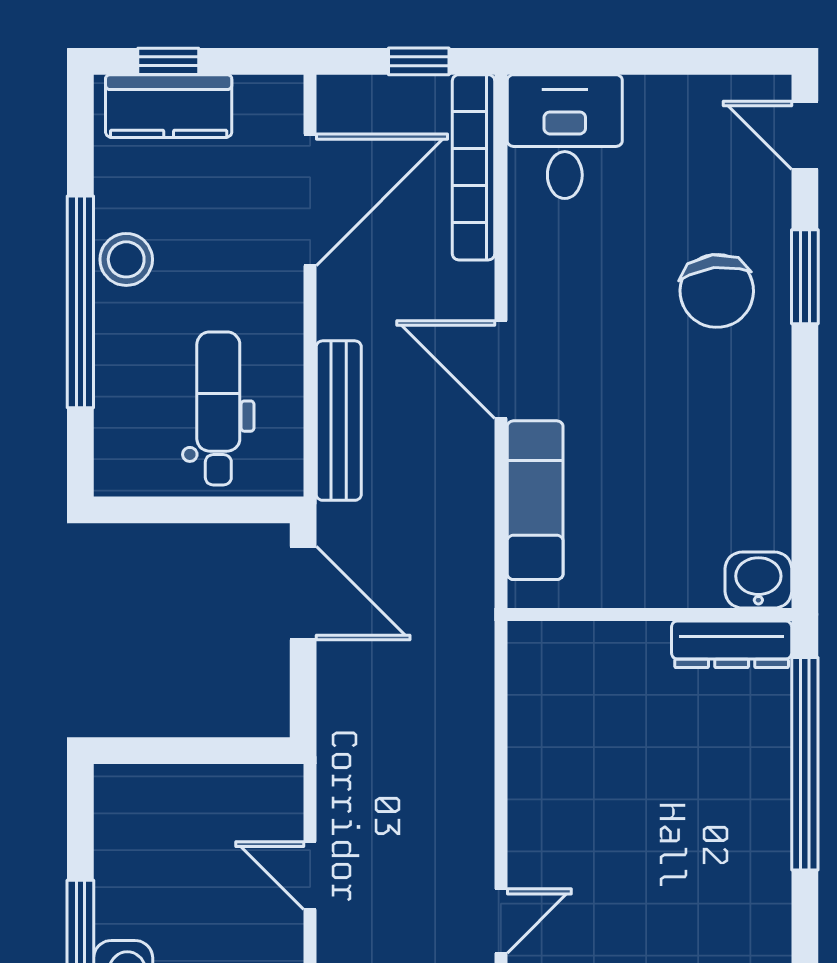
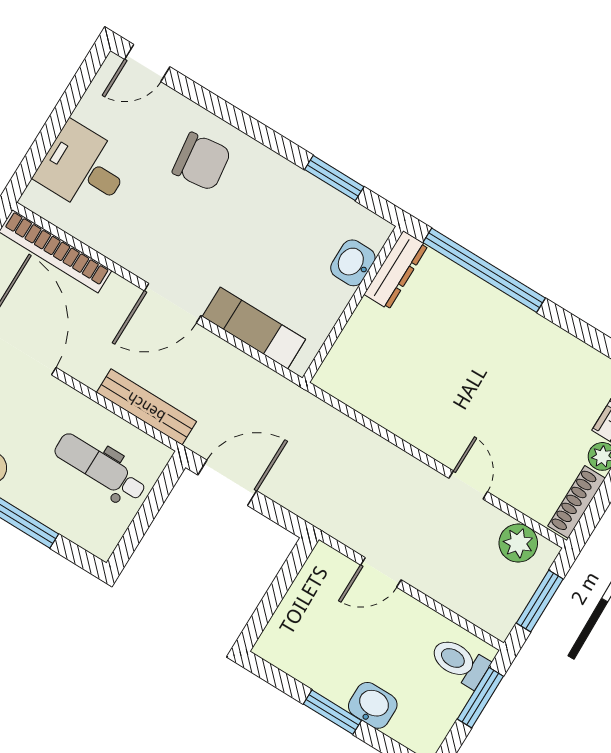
desk: (565, 137) -> (83, 168), moved
window: (805, 277) -> (334, 178), moved
washbasin: (758, 580) -> (353, 263), moved

